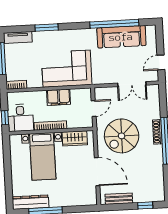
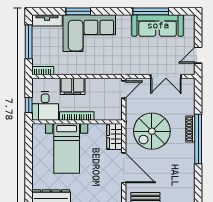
window: (114, 24) -> (151, 11), width x0.68
corner sofa: (67, 69) -> (89, 33), moved, turned 180
filing cabinet: (59, 97) -> (73, 86), moved
door: (94, 108) -> (124, 90), moved
wardrobe: (75, 138) -> (115, 137), moved, turned 90

